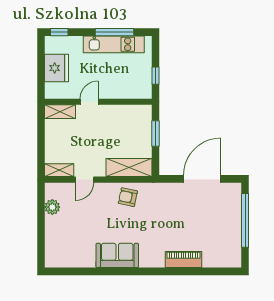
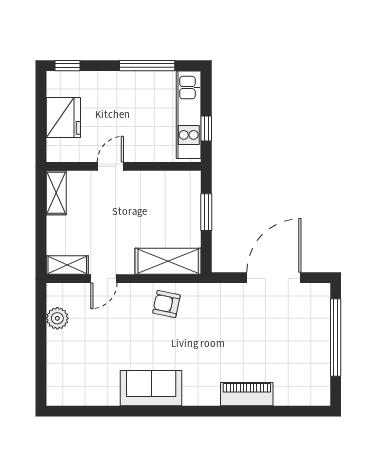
kitchen unit: (114, 44) -> (189, 115), moved, turned 90
shelving: (60, 112) -> (56, 193), moved, turned 90

